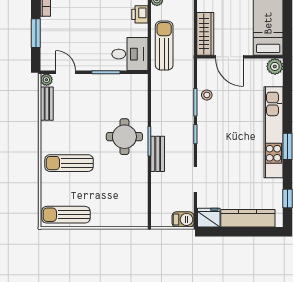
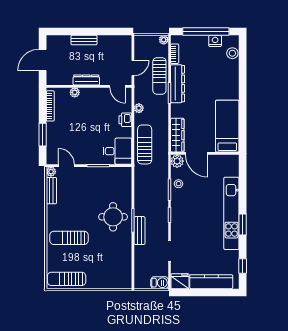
plant: (275, 66) -> (177, 161), moved

